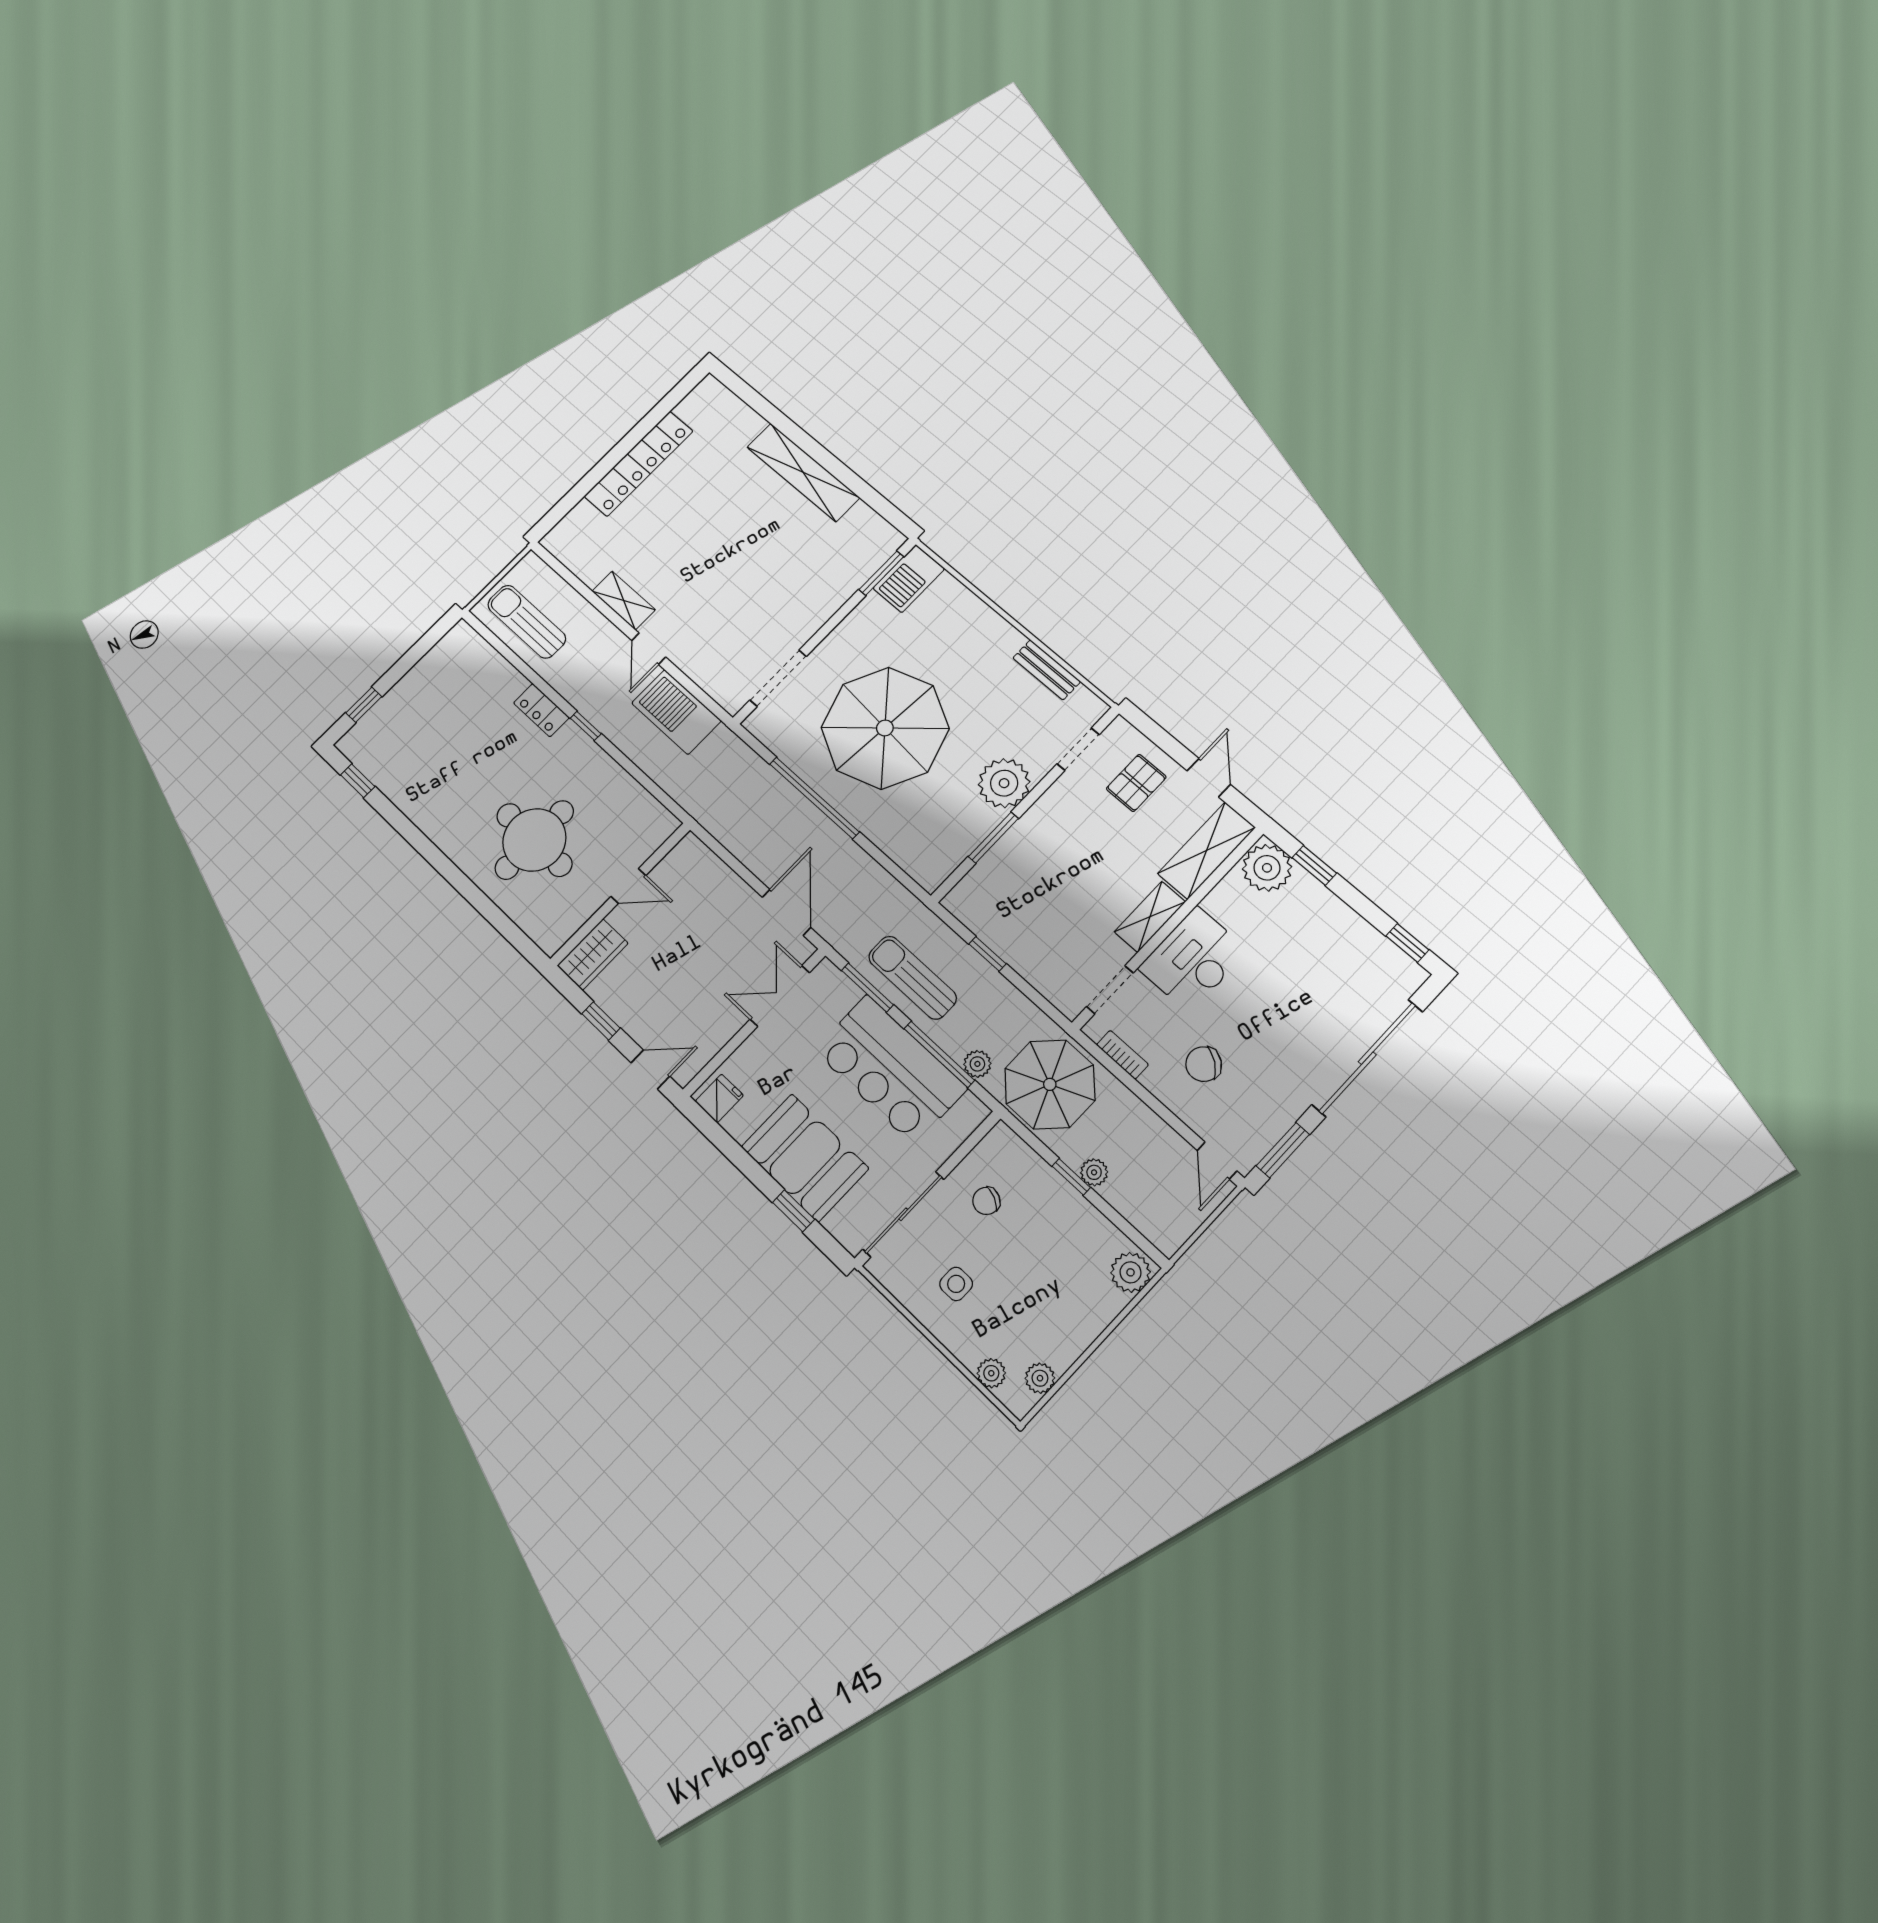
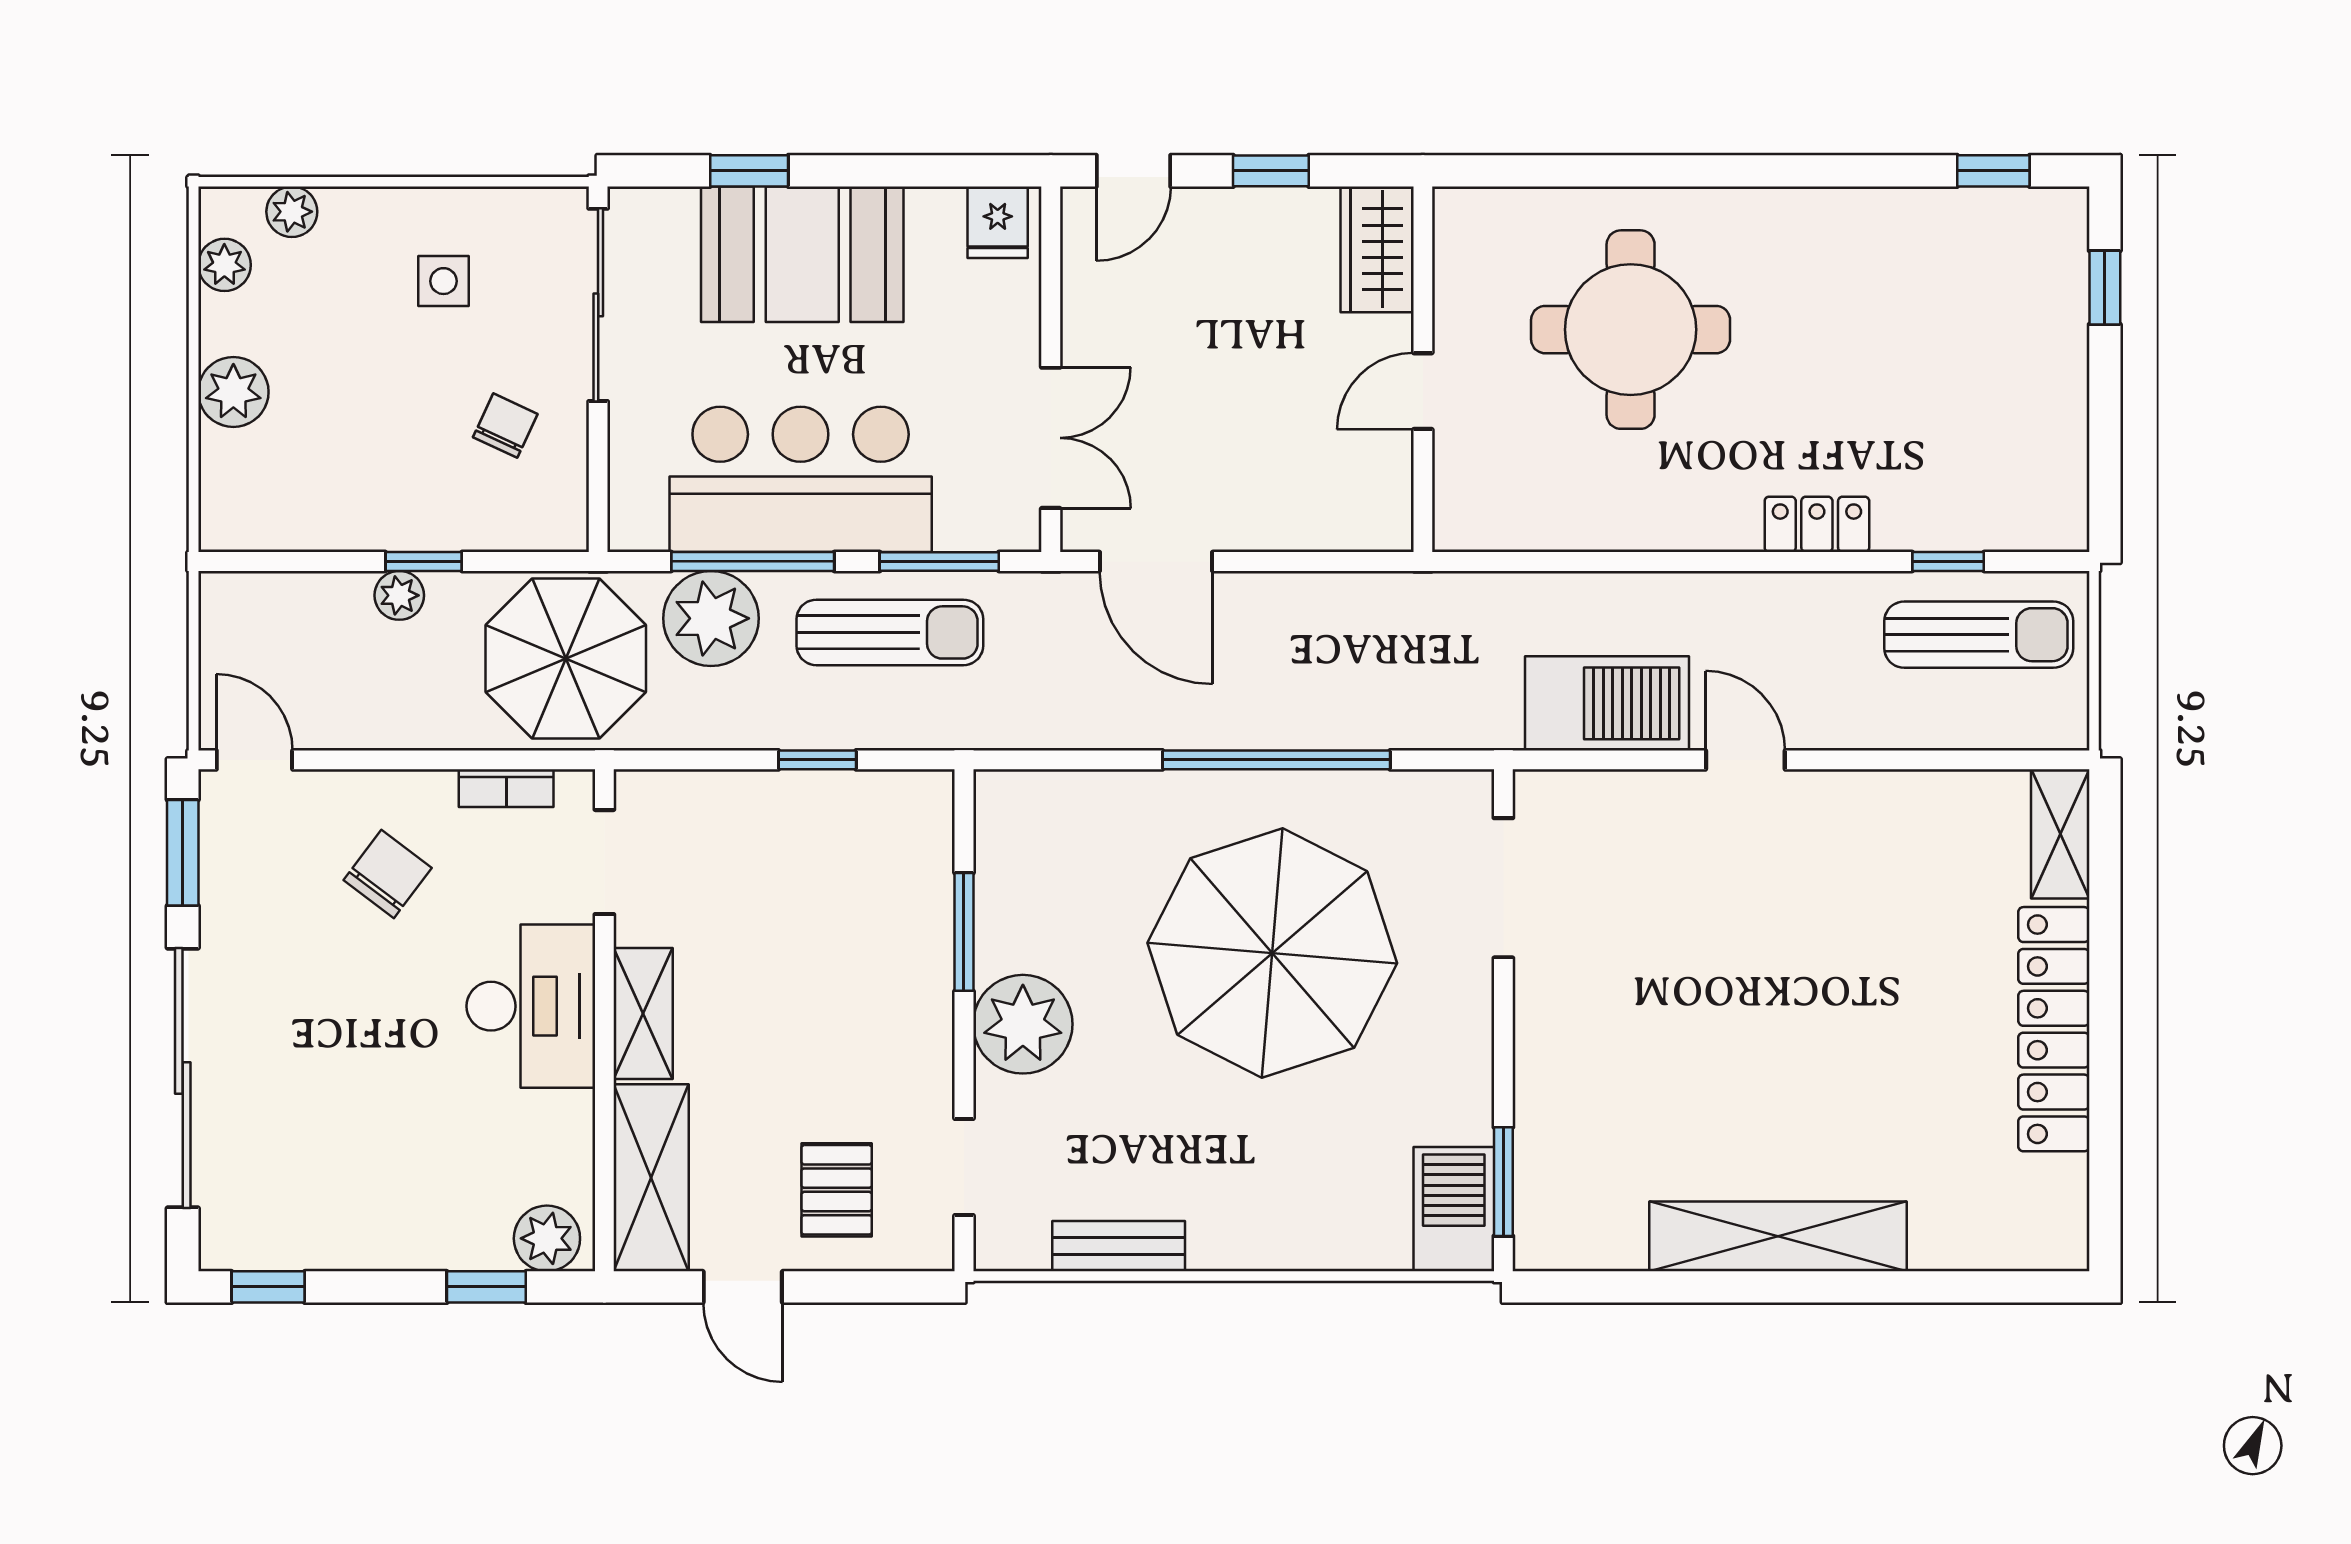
shelving: (624, 600) -> (2060, 834), moved, turned 90
window: (586, 726) -> (1948, 561), moved
plant: (1267, 868) -> (547, 1238), width x0.73, depth x0.73
plant: (977, 1064) -> (711, 618), width x1.88, depth x1.88
plant: (1130, 1272) -> (233, 392), moved

